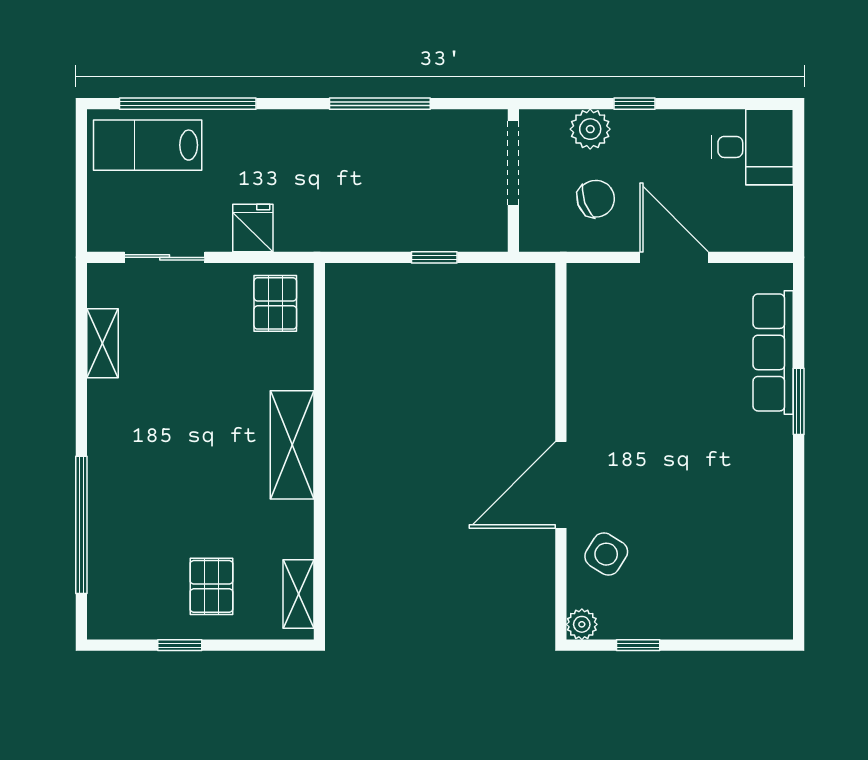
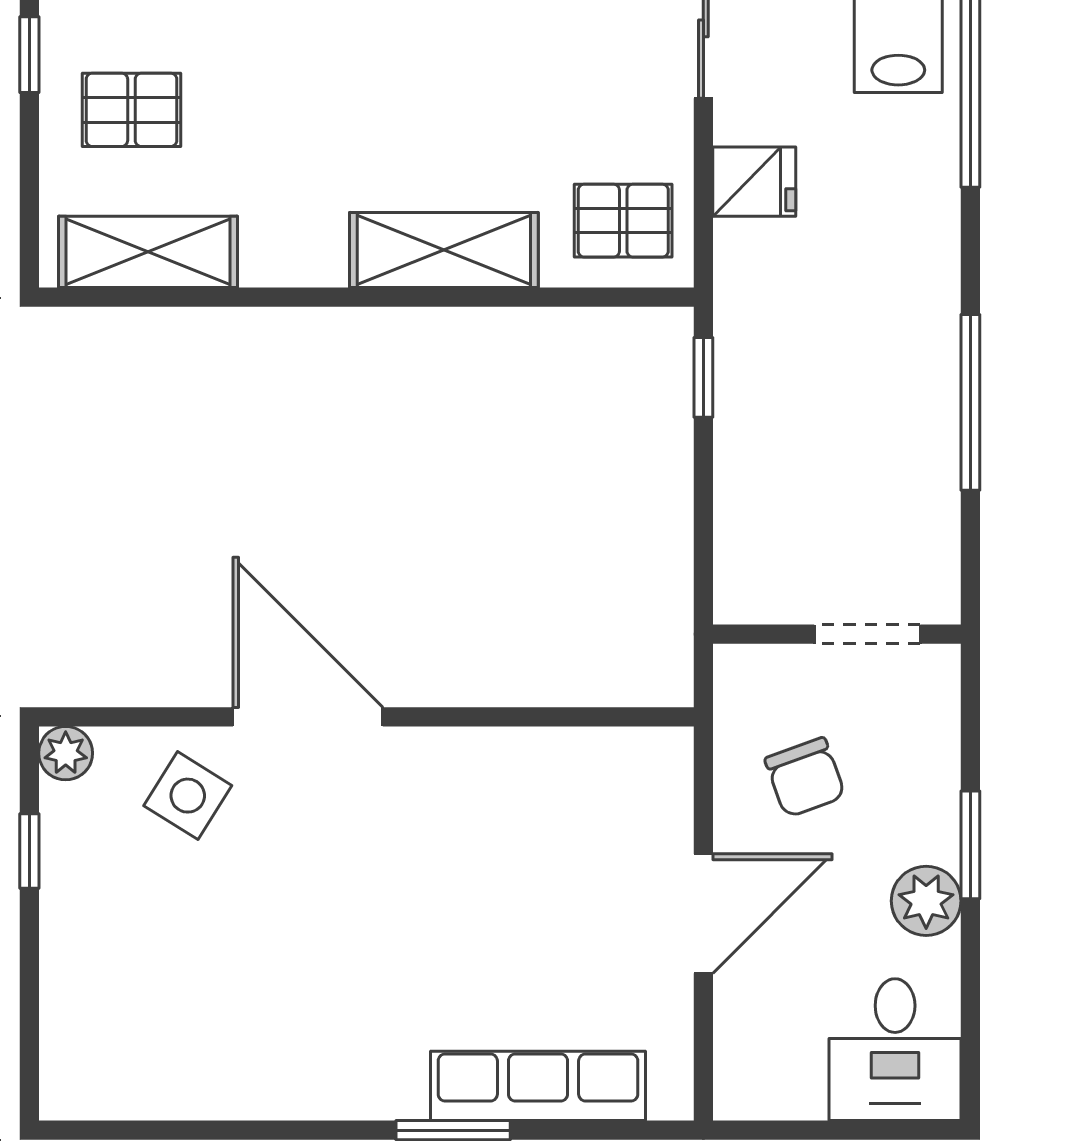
window: (635, 104) -> (970, 845), width x1.50
plant: (590, 129) -> (926, 901), moved
doorway: (513, 163) -> (867, 634), width x0.73
window: (434, 257) -> (703, 377), moved
shelving: (292, 445) -> (444, 250), moved
shelving: (298, 594) -> (148, 252), width x1.50, depth x1.33

